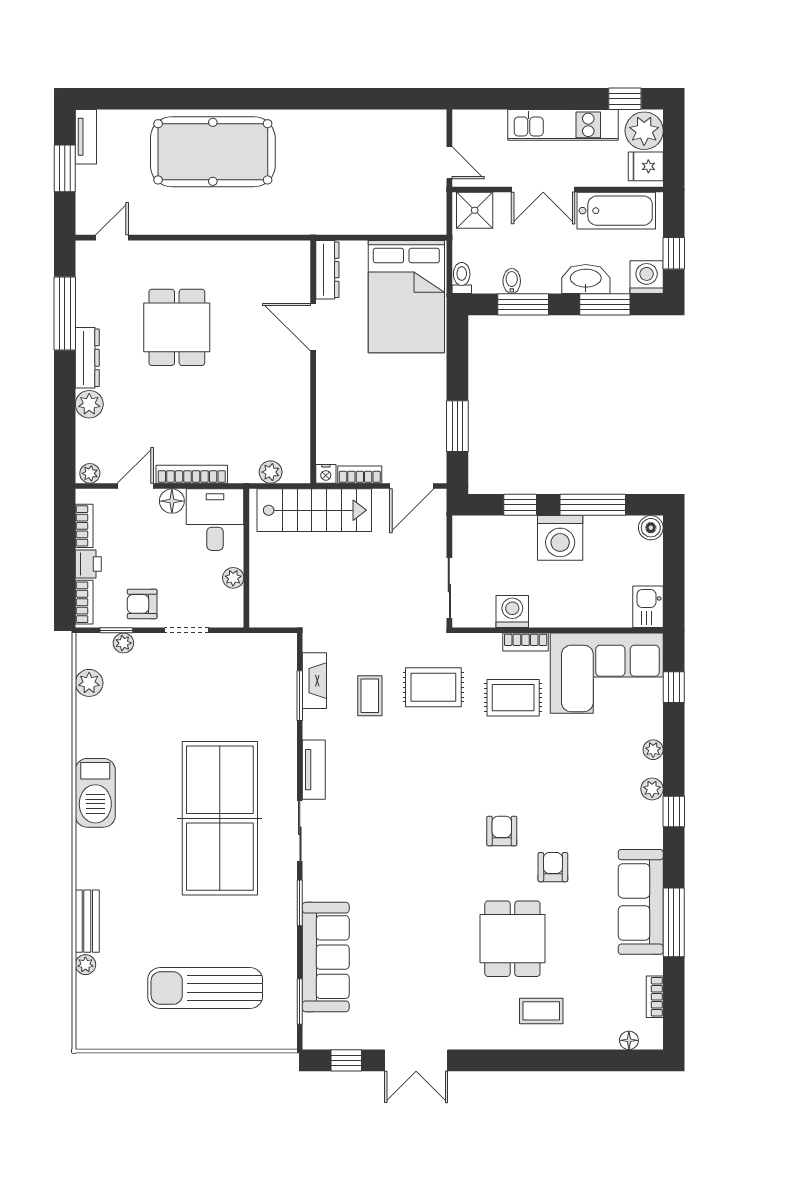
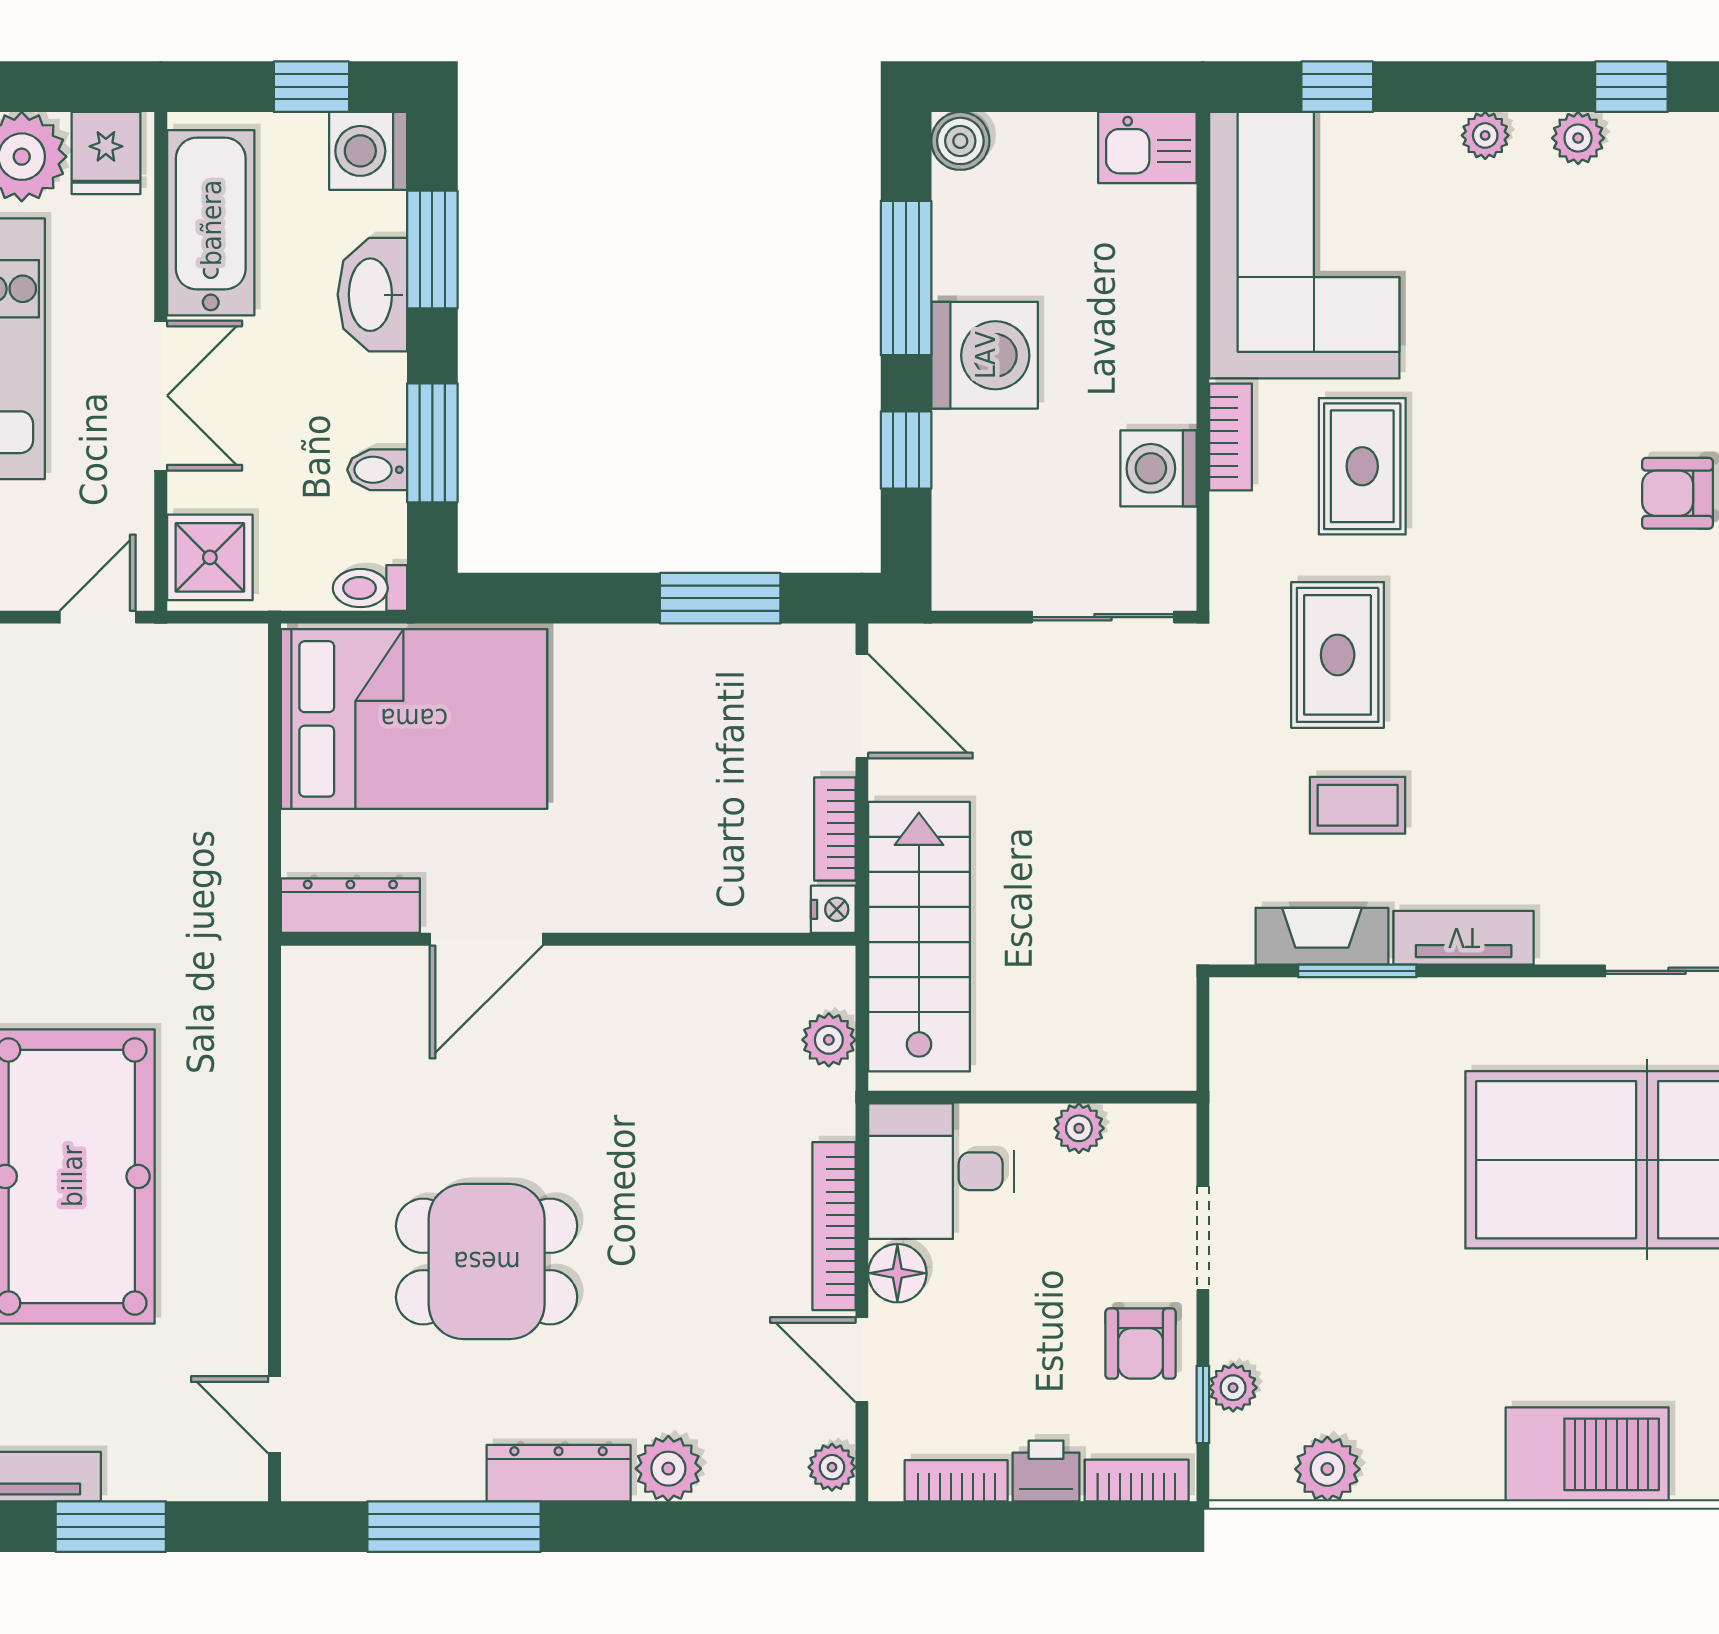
tv unit: (314, 770) -> (1464, 938), moved

